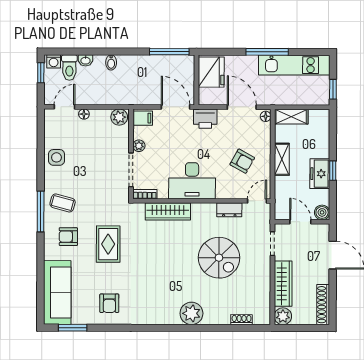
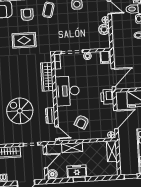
plant: (119, 117) -> (104, 29), moved
shelving: (282, 159) -> (72, 148), moved
spiral stairs: (219, 258) -> (20, 111), turned 90

